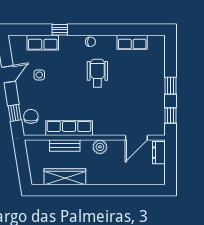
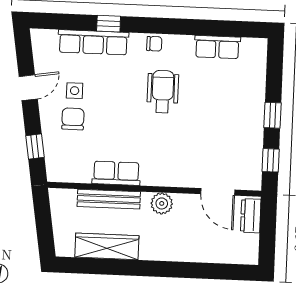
row of seats: (43, 43) -> (93, 42), width x1.48
chair: (31, 116) -> (73, 119), moved
row of seats: (69, 128) -> (116, 173), width x0.68
door: (136, 138) -> (218, 192), hinge flipped
bench: (65, 146) -> (109, 199), width x1.36

